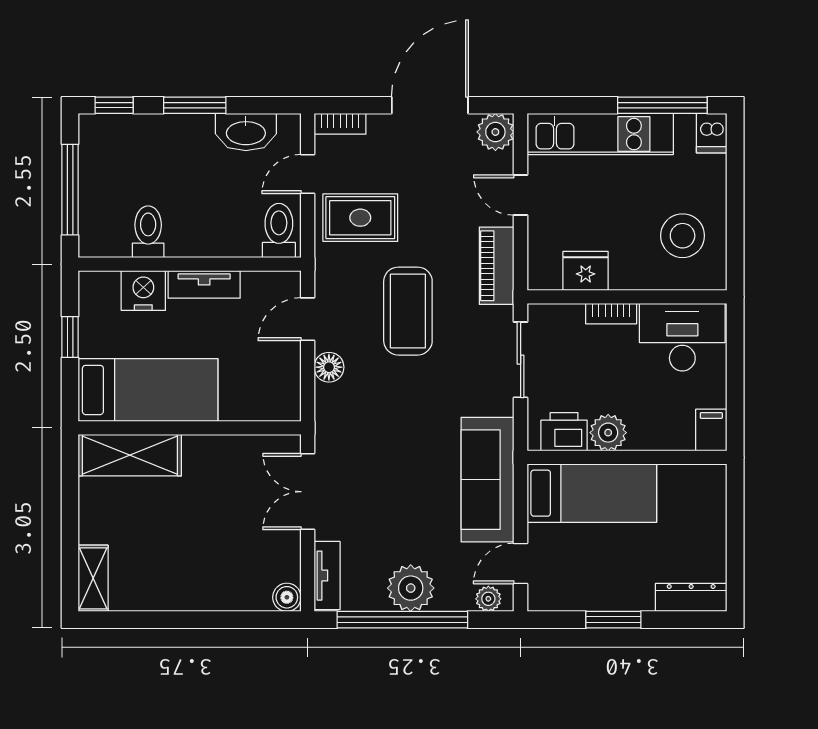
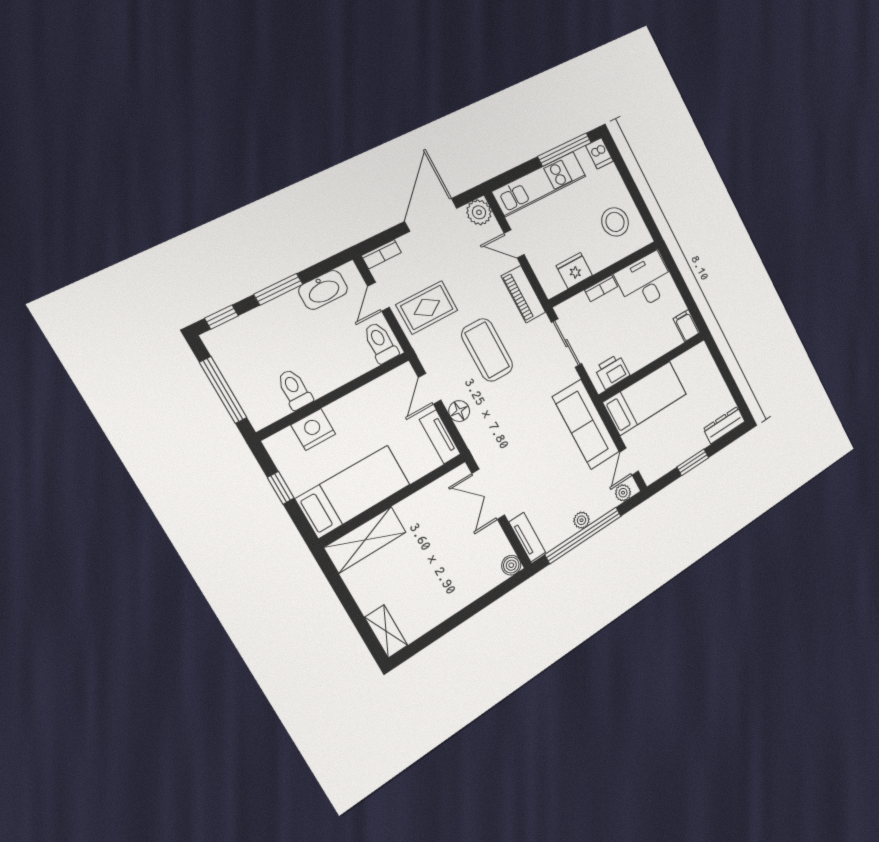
tv unit: (204, 284) -> (440, 437), moved, turned 90
plant: (608, 433) -> (635, 358), removed
plant: (411, 588) -> (582, 520), width x0.53, depth x0.53

